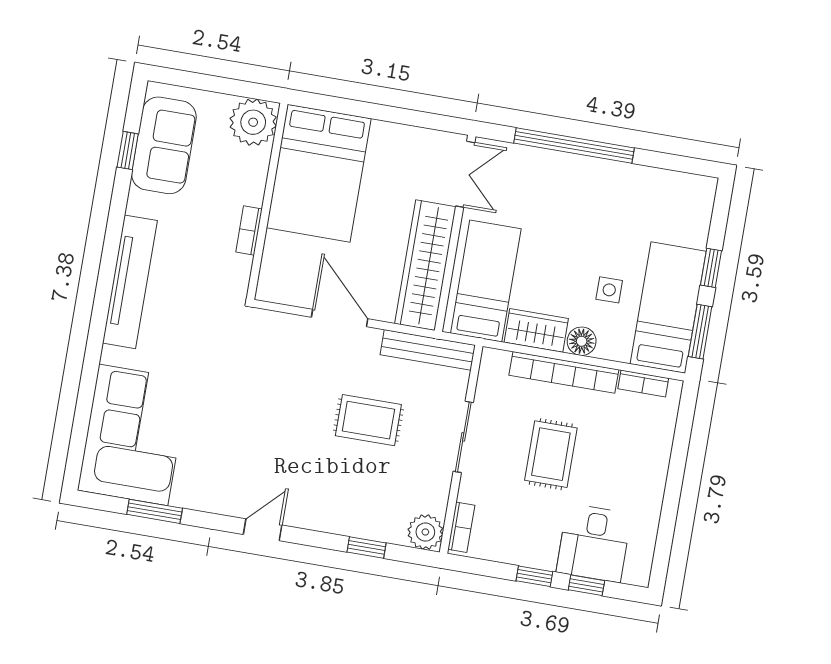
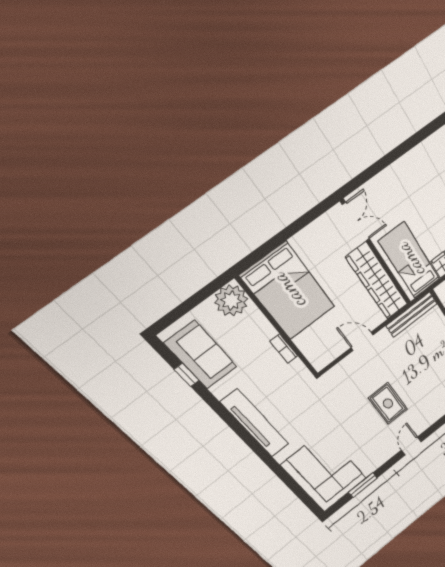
window: (574, 145) -> (393, 156), removed
door: (340, 318) -> (362, 341), width x0.73
rug: (368, 420) -> (388, 403), moved, turned 90

